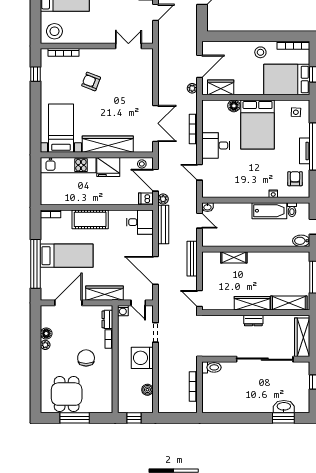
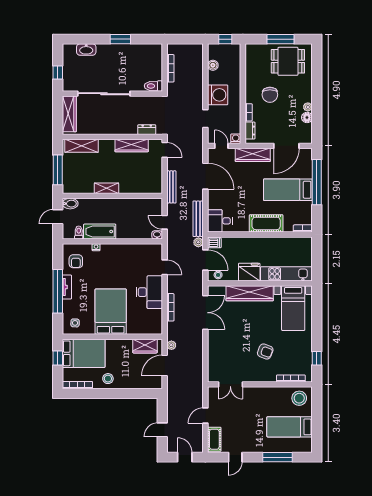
floor lamp: (234, 106) -> (133, 329), removed
double door: (155, 123) -> (205, 313), swing flipped
desk: (216, 145) -> (149, 292), width x1.37
shelving: (234, 257) -> (106, 188), moved
wardrobe: (252, 303) -> (132, 145), moved
dresser: (253, 320) -> (147, 130), moved
dining table: (67, 394) -> (288, 61), turned 90
window: (283, 418) -> (120, 39), moved

